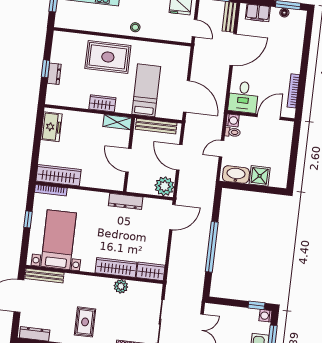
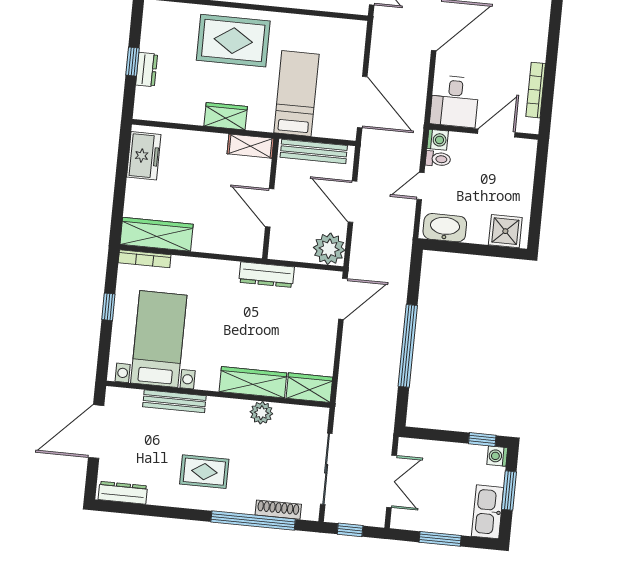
shower: (260, 176) -> (505, 231), moved
bench: (44, 276) -> (174, 401), moved
rug: (85, 322) -> (204, 472), turned 90

